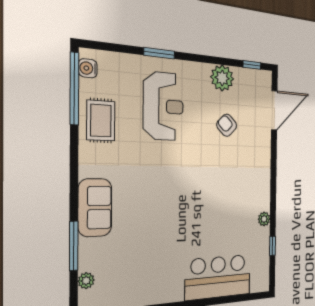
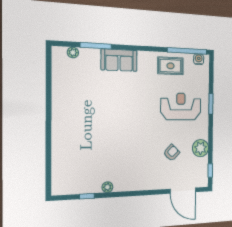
reception desk: (163, 106) -> (181, 107), turned 180
bar counter: (218, 277) -> (67, 150), removed

